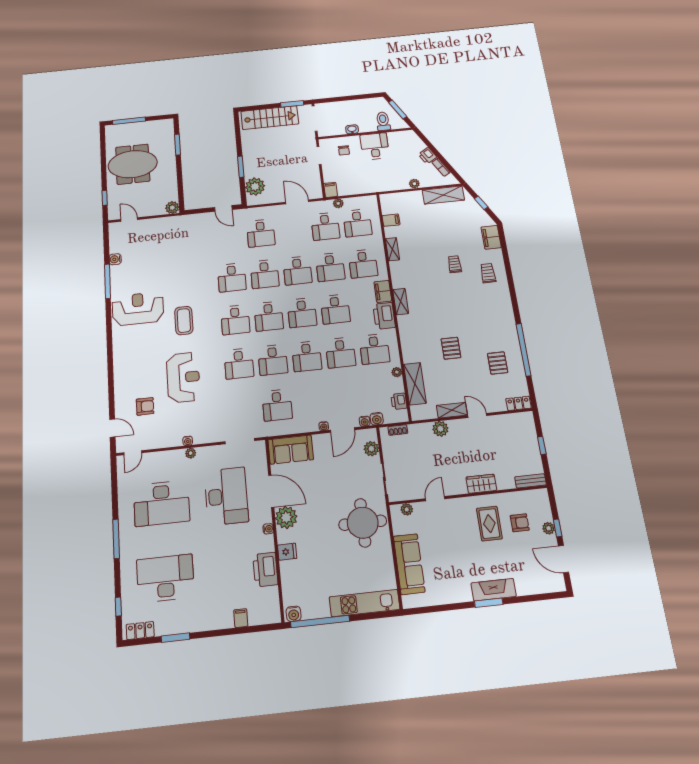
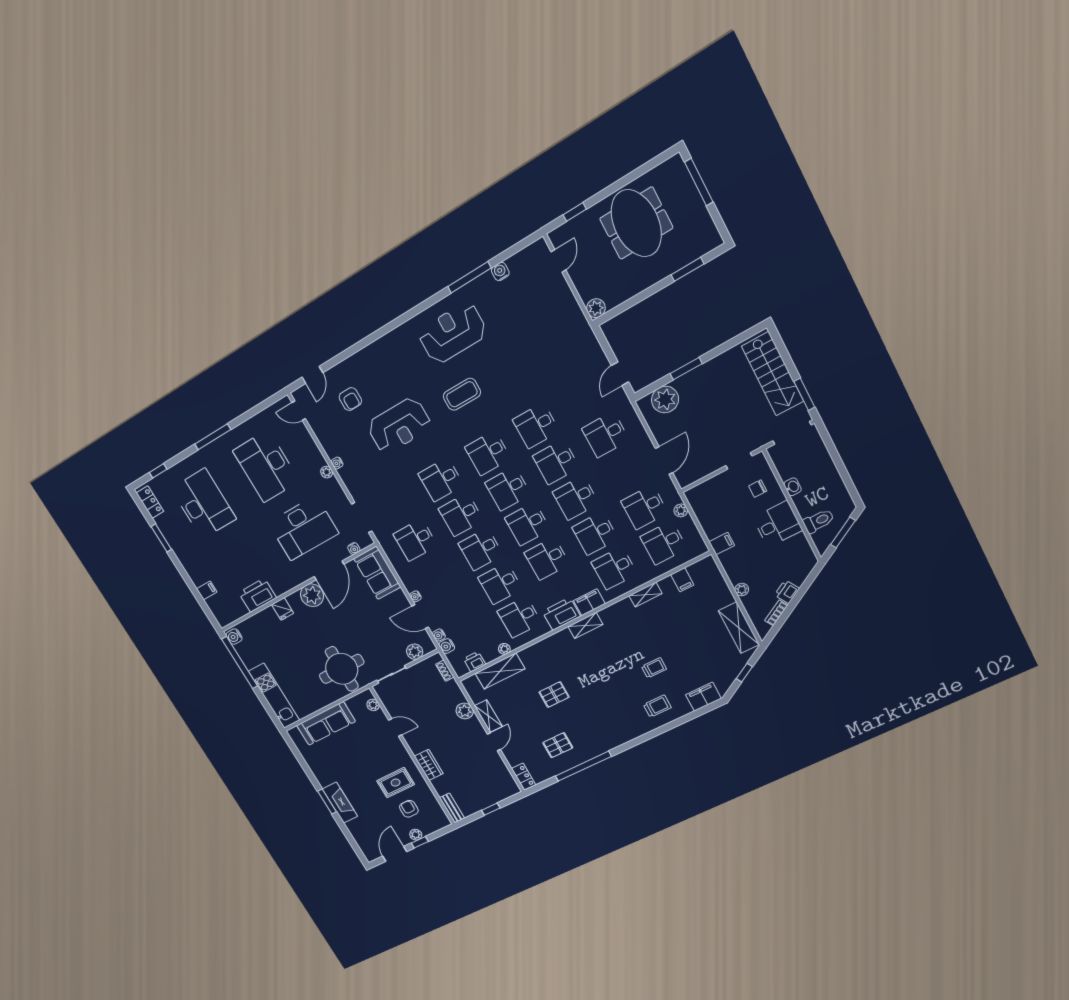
filing cabinet: (331, 190) -> (722, 544), moved
reception desk: (138, 309) -> (453, 333), turned -90
armchair: (520, 523) -> (409, 809), turned 180
water cooler: (268, 529) -> (354, 549), moved

